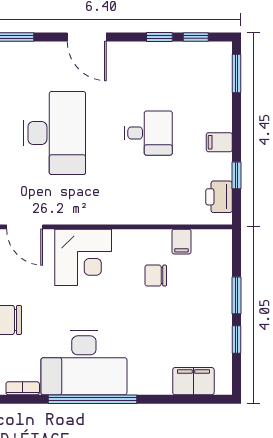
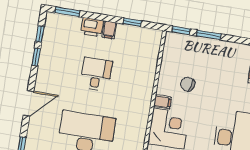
printer: (219, 197) -> (92, 27), moved
filing cabinet: (181, 242) -> (163, 102), moved
chair: (156, 276) -> (188, 84), turned 105
window: (236, 339) -> (181, 30), moved

